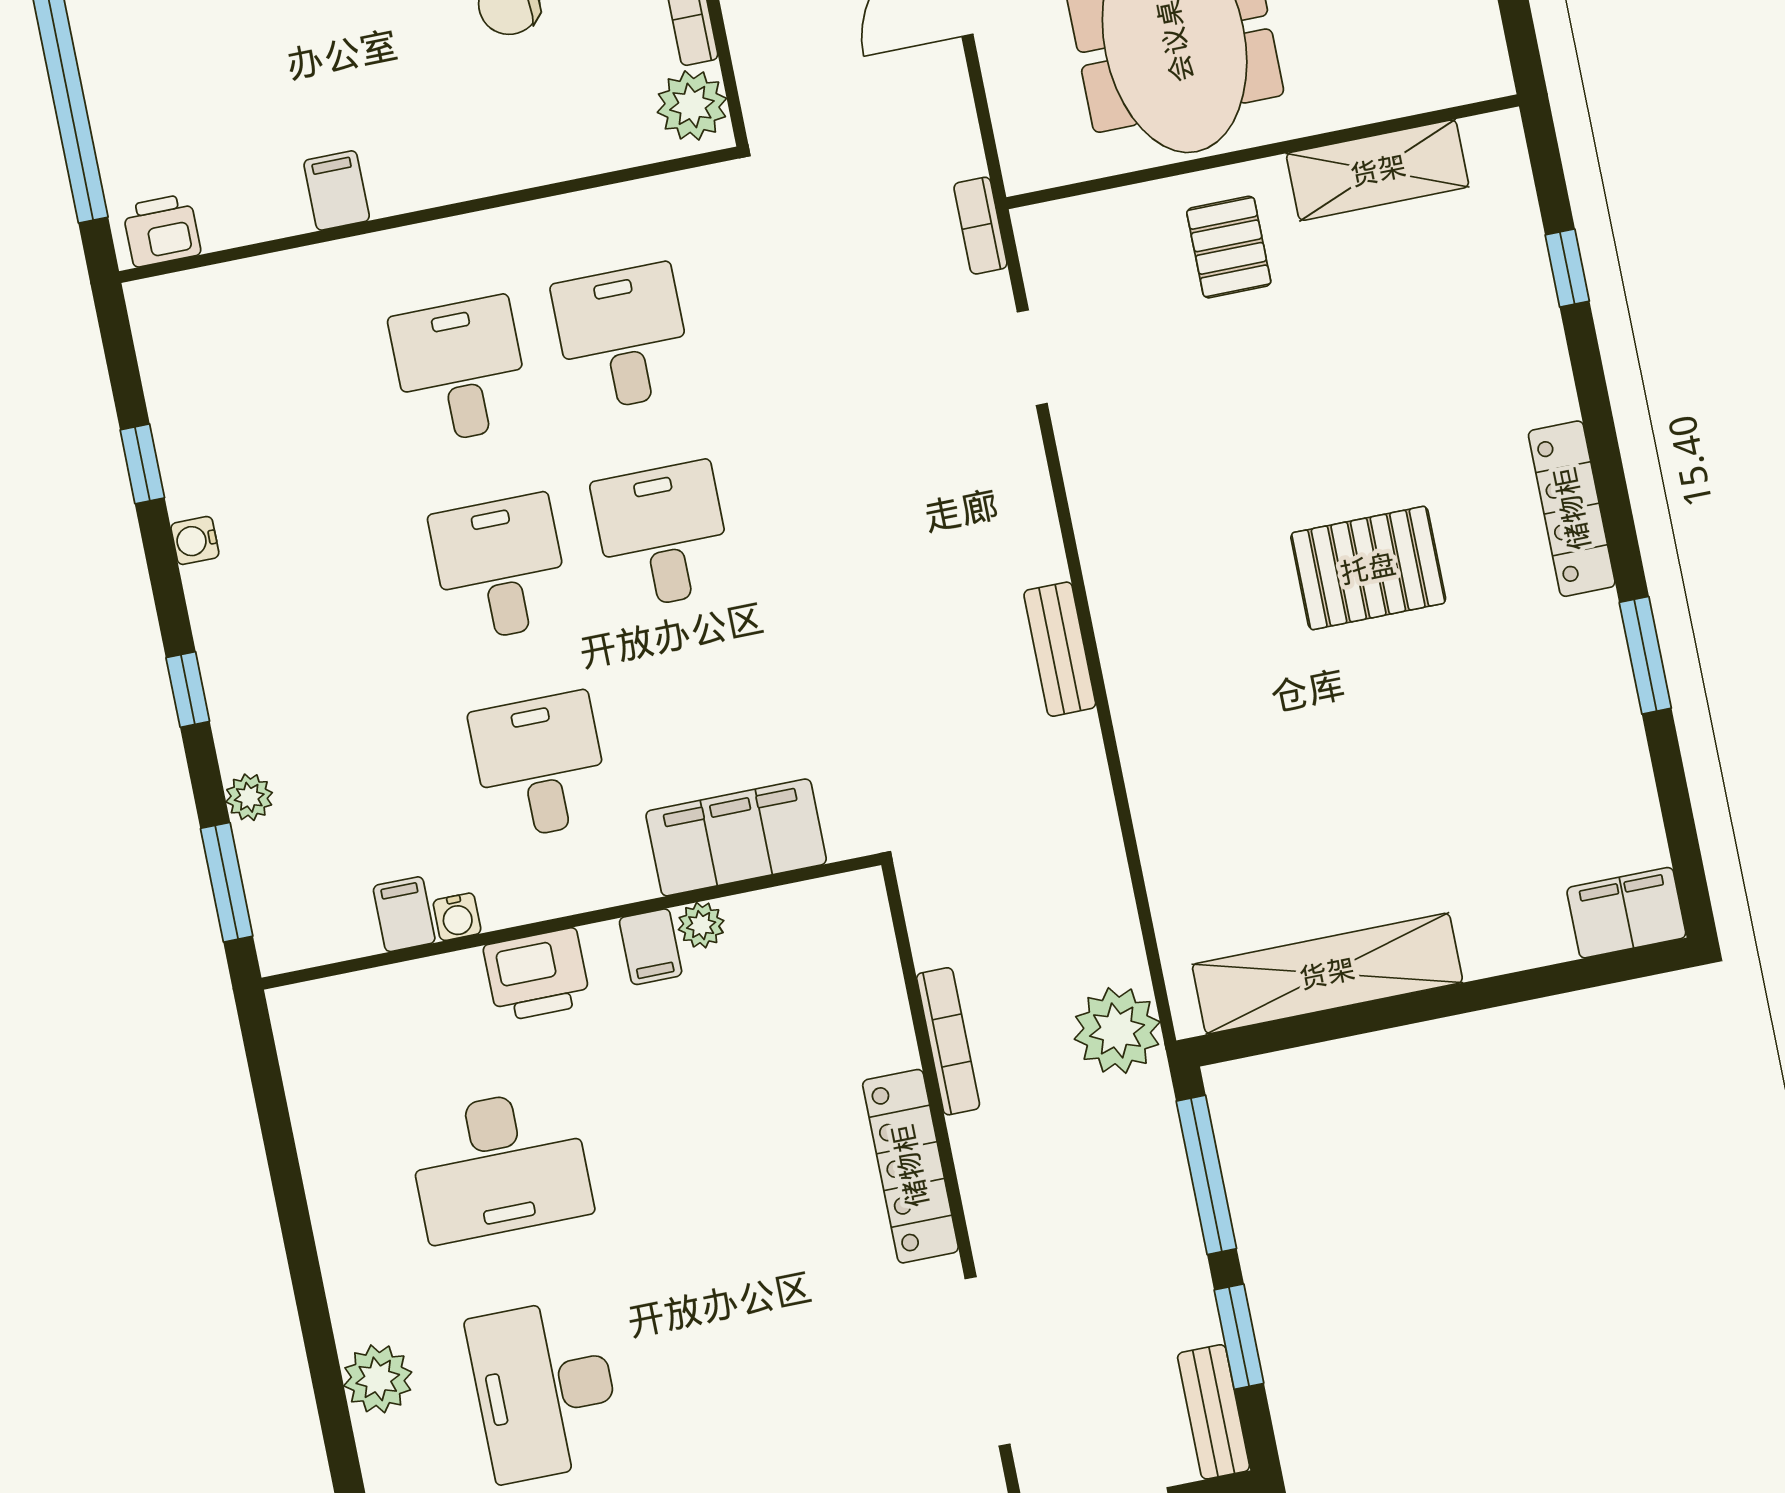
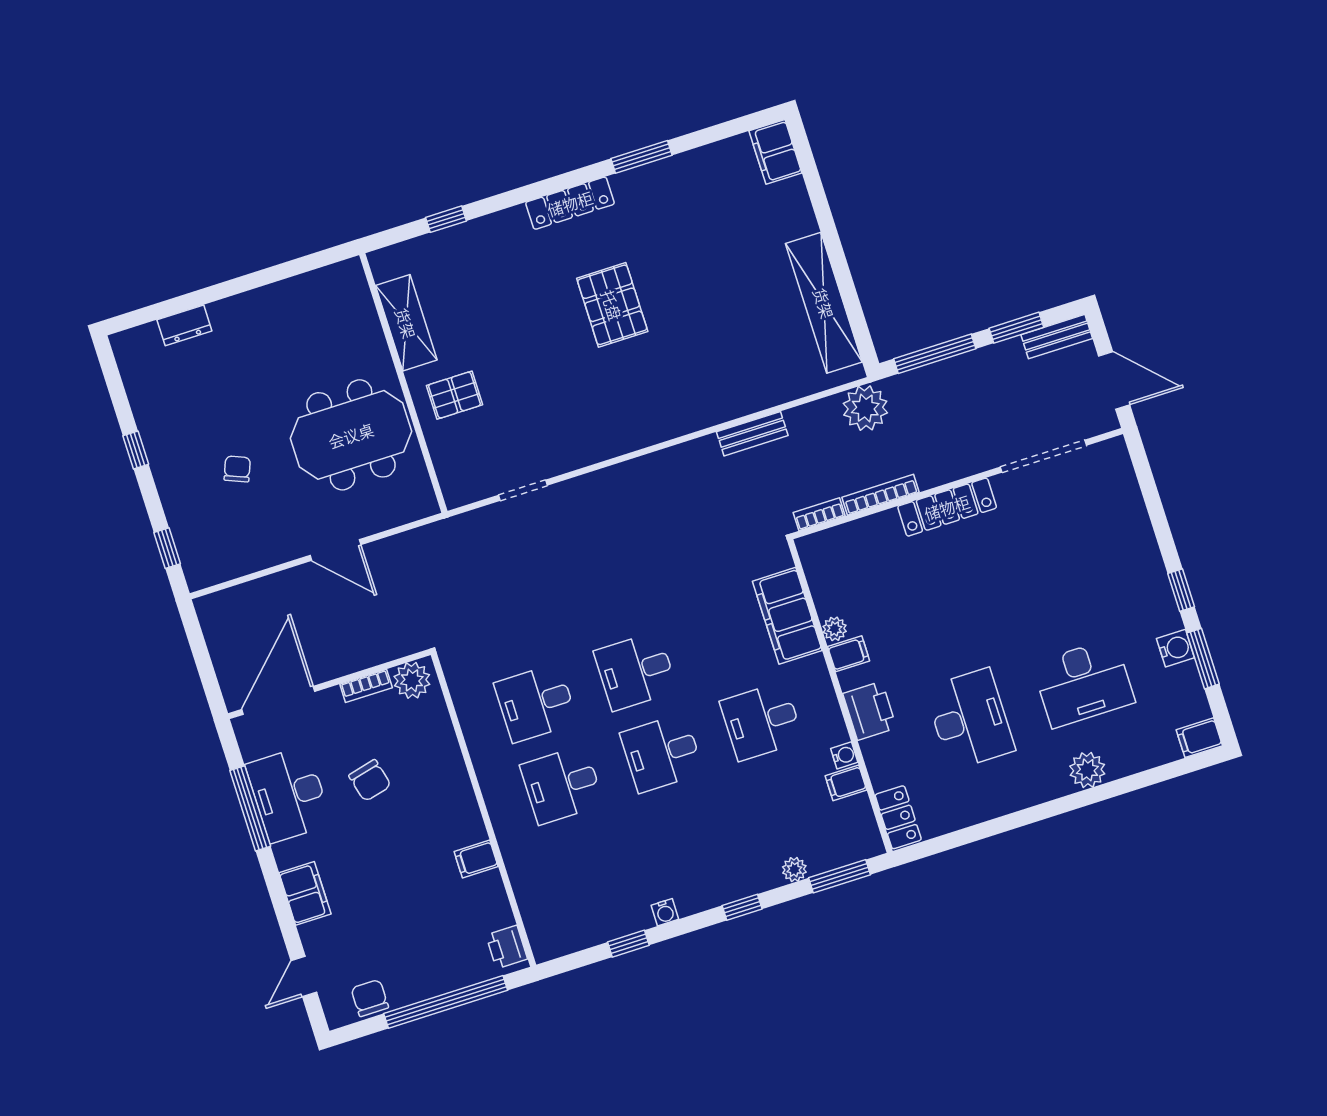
bookcase: (980, 226) -> (819, 514), moved, turned 180
bench: (1060, 649) -> (752, 434), moved
locker: (327, 1007) -> (898, 817), added

